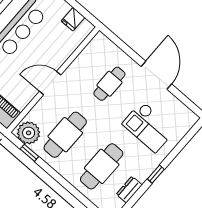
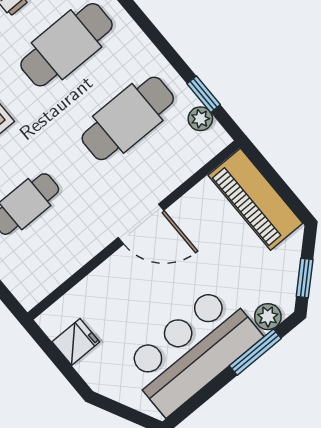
plant: (29, 133) -> (200, 119), width x0.53, depth x0.53

